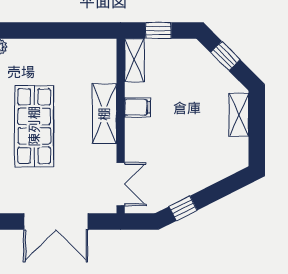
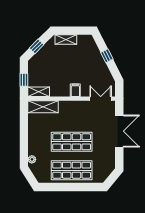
filing cabinet: (137, 107) -> (75, 90), moved
shelving: (104, 114) -> (43, 107), moved
window: (183, 208) -> (107, 56), moved

